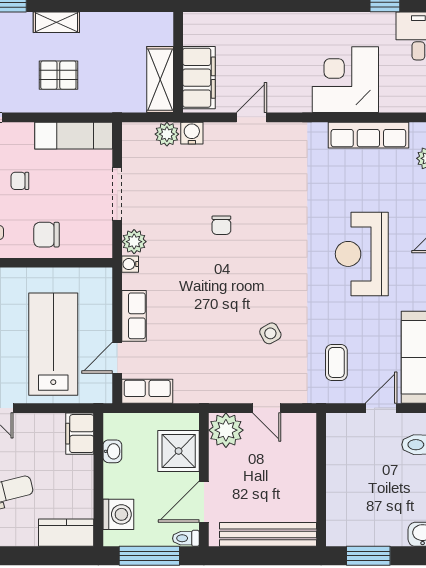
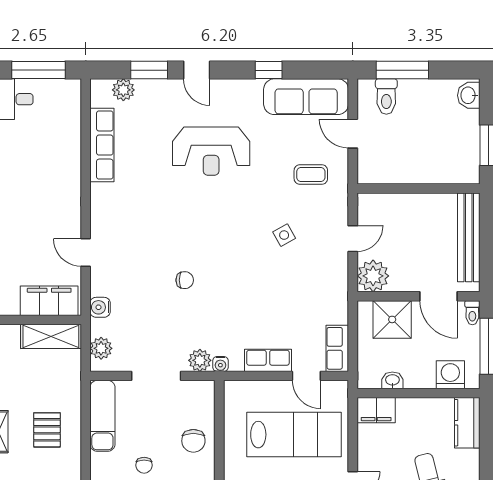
corner desk: (345, 80) -> (51, 166), removed
plant: (167, 134) -> (101, 348), moved
lab bench: (53, 344) -> (294, 435), turned 180

